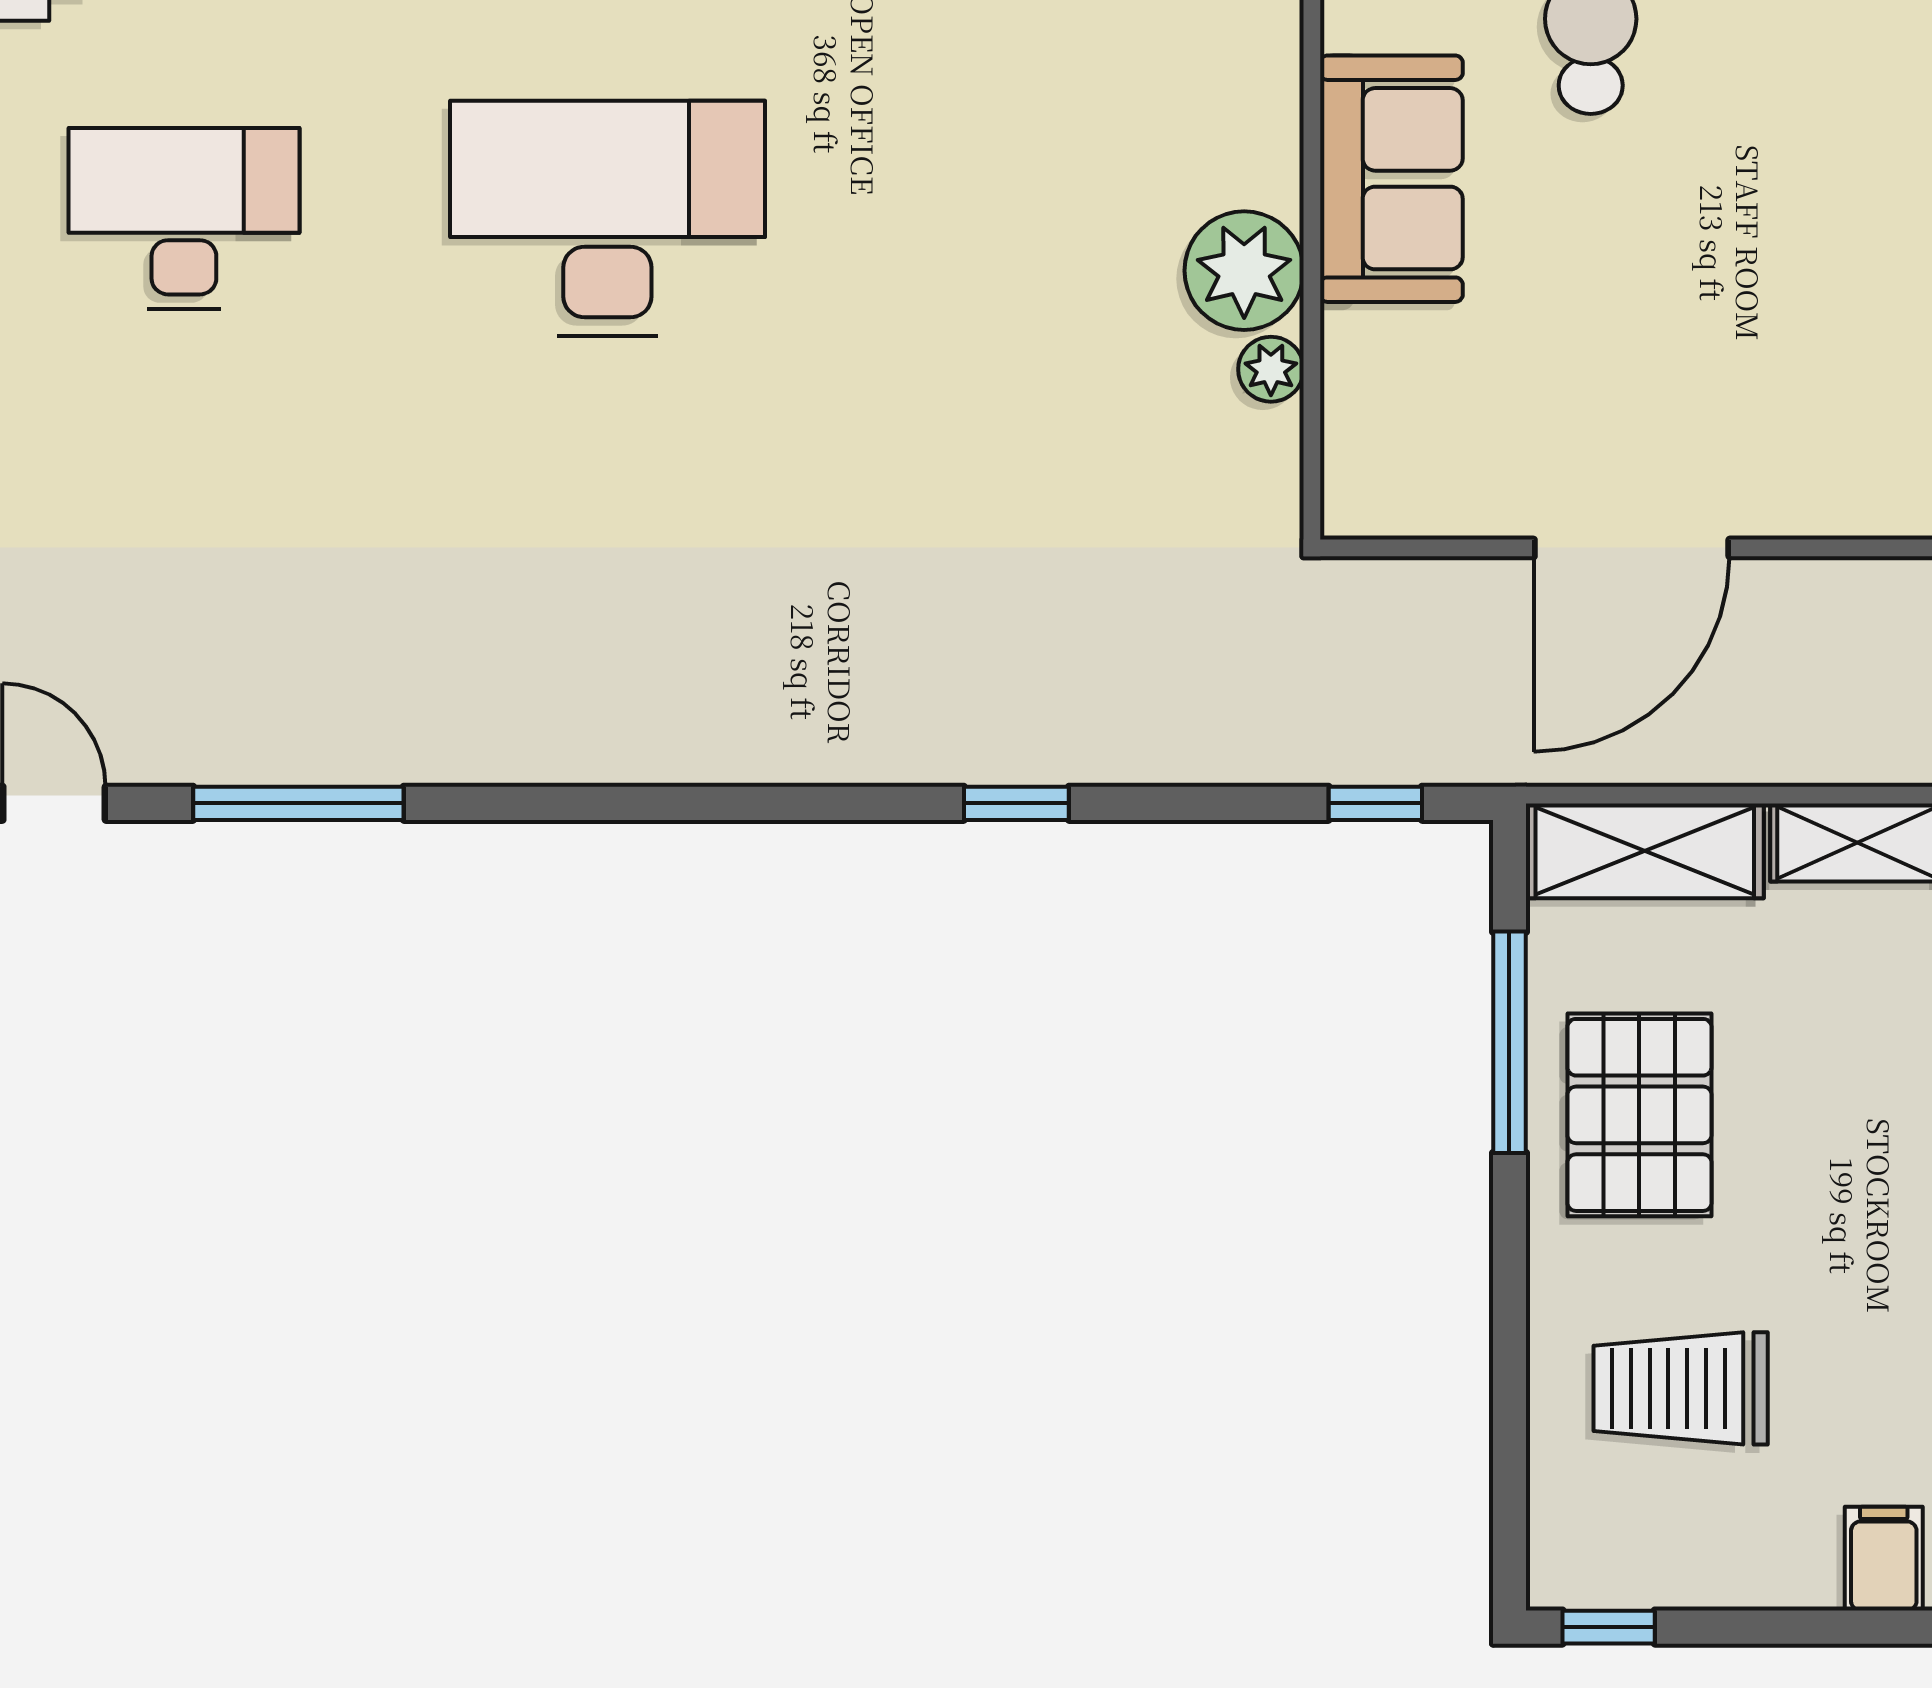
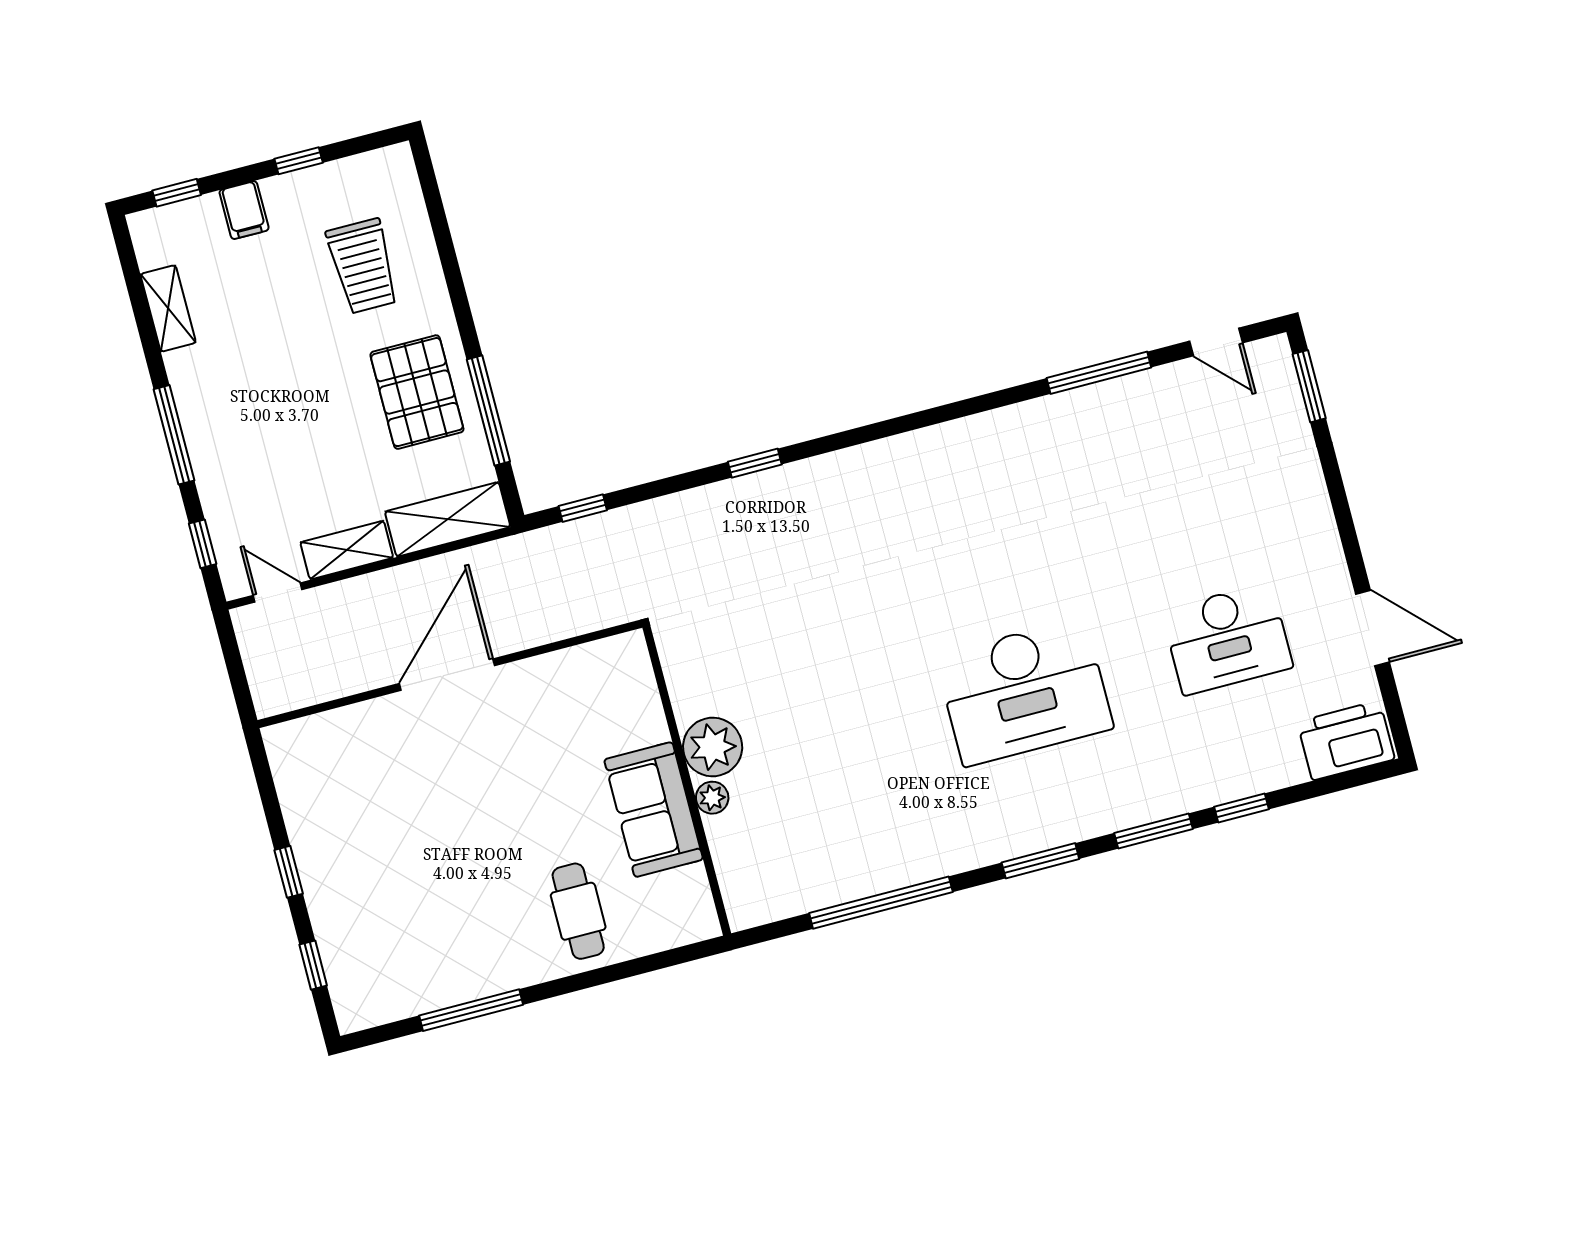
plant: (1271, 369) -> (712, 798), moved
door: (1632, 548) -> (447, 675), moved
trolley: (1681, 1388) -> (363, 266), turned 90
window: (1609, 1627) -> (299, 161), moved

